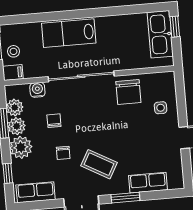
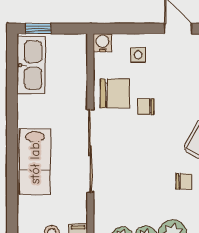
kitchen sink: (160, 34) -> (31, 65), moved, turned -90
water cooler: (37, 90) -> (102, 43), moved, turned 90
chair: (54, 121) -> (146, 107), moved

